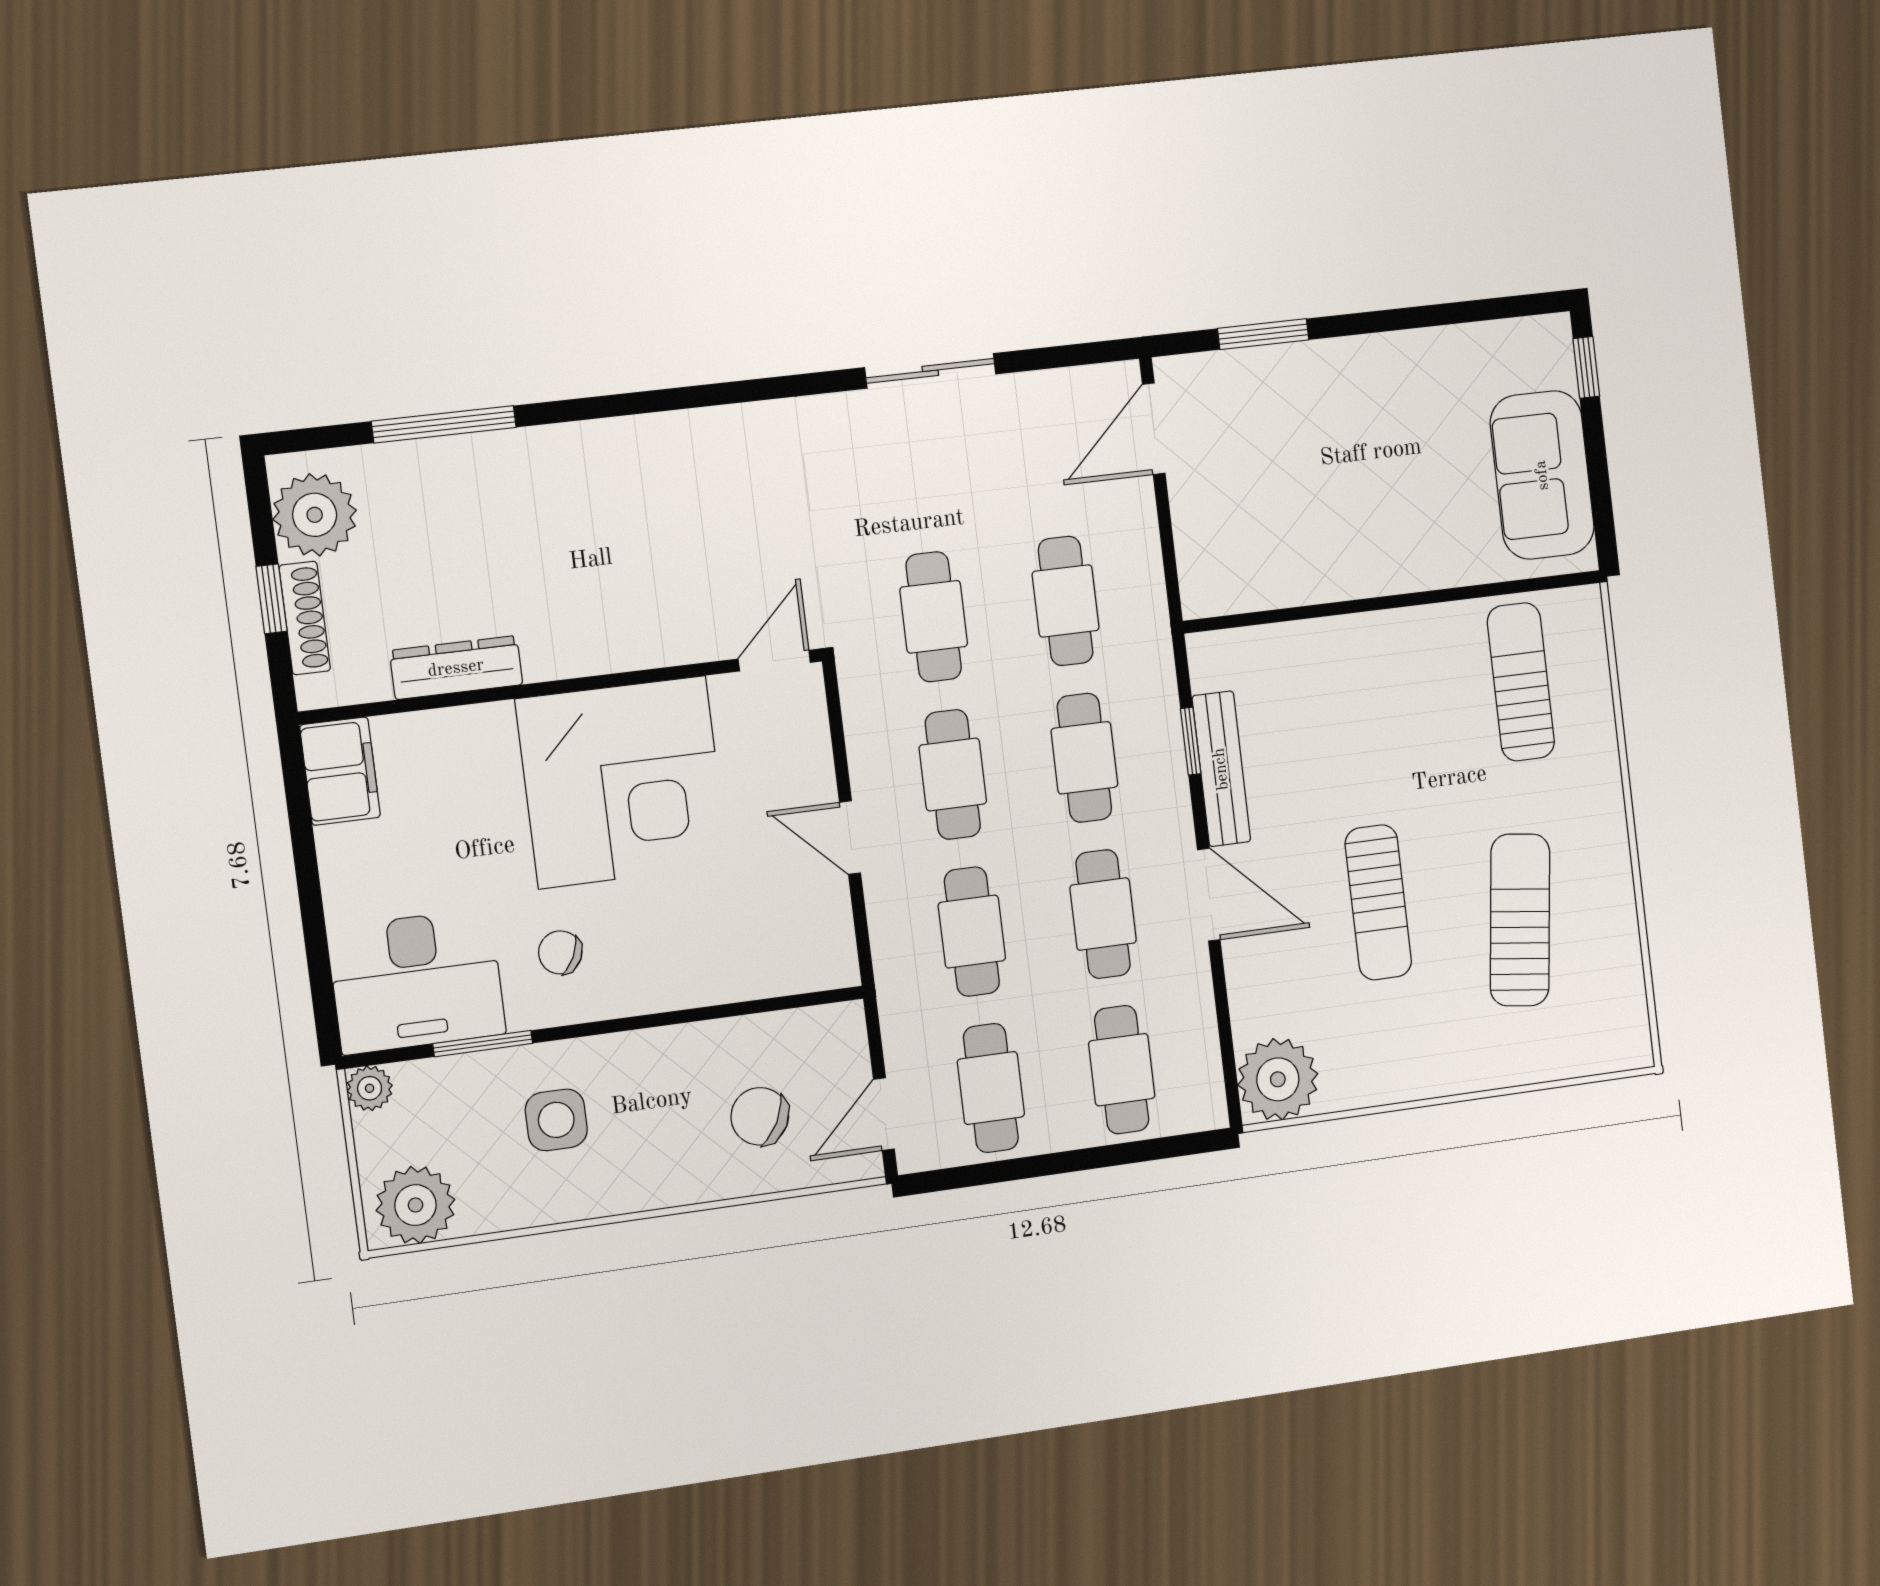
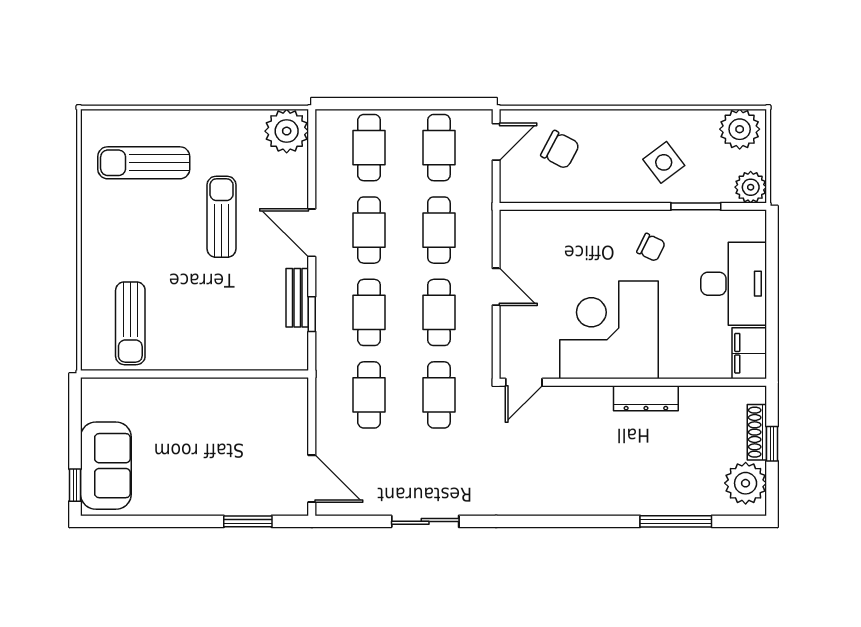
door: (1154, 429) -> (312, 479), hinge flipped
sofa: (1542, 475) -> (106, 466), moved
dresser: (456, 668) -> (646, 398), moved
bench: (1221, 769) -> (297, 298), width x0.73
sun lounger: (1520, 920) -> (144, 163), moved, turned 83
desk: (417, 981) -> (734, 284), moved, turned 90
plant: (370, 1088) -> (751, 187), width x1.38, depth x1.38
side table: (556, 1120) -> (664, 162), turned -37

